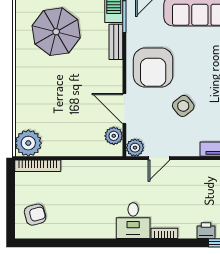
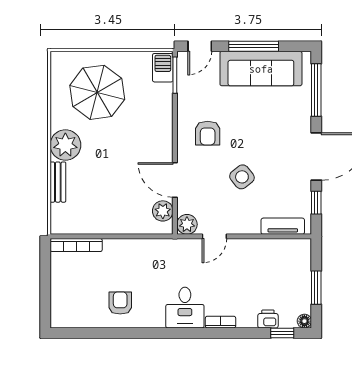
bench: (116, 42) -> (58, 182), moved
armchair: (153, 68) -> (208, 133), width x0.53, depth x0.53
plant: (28, 143) -> (65, 145), moved
armchair: (35, 215) -> (120, 303), moved, turned -75

